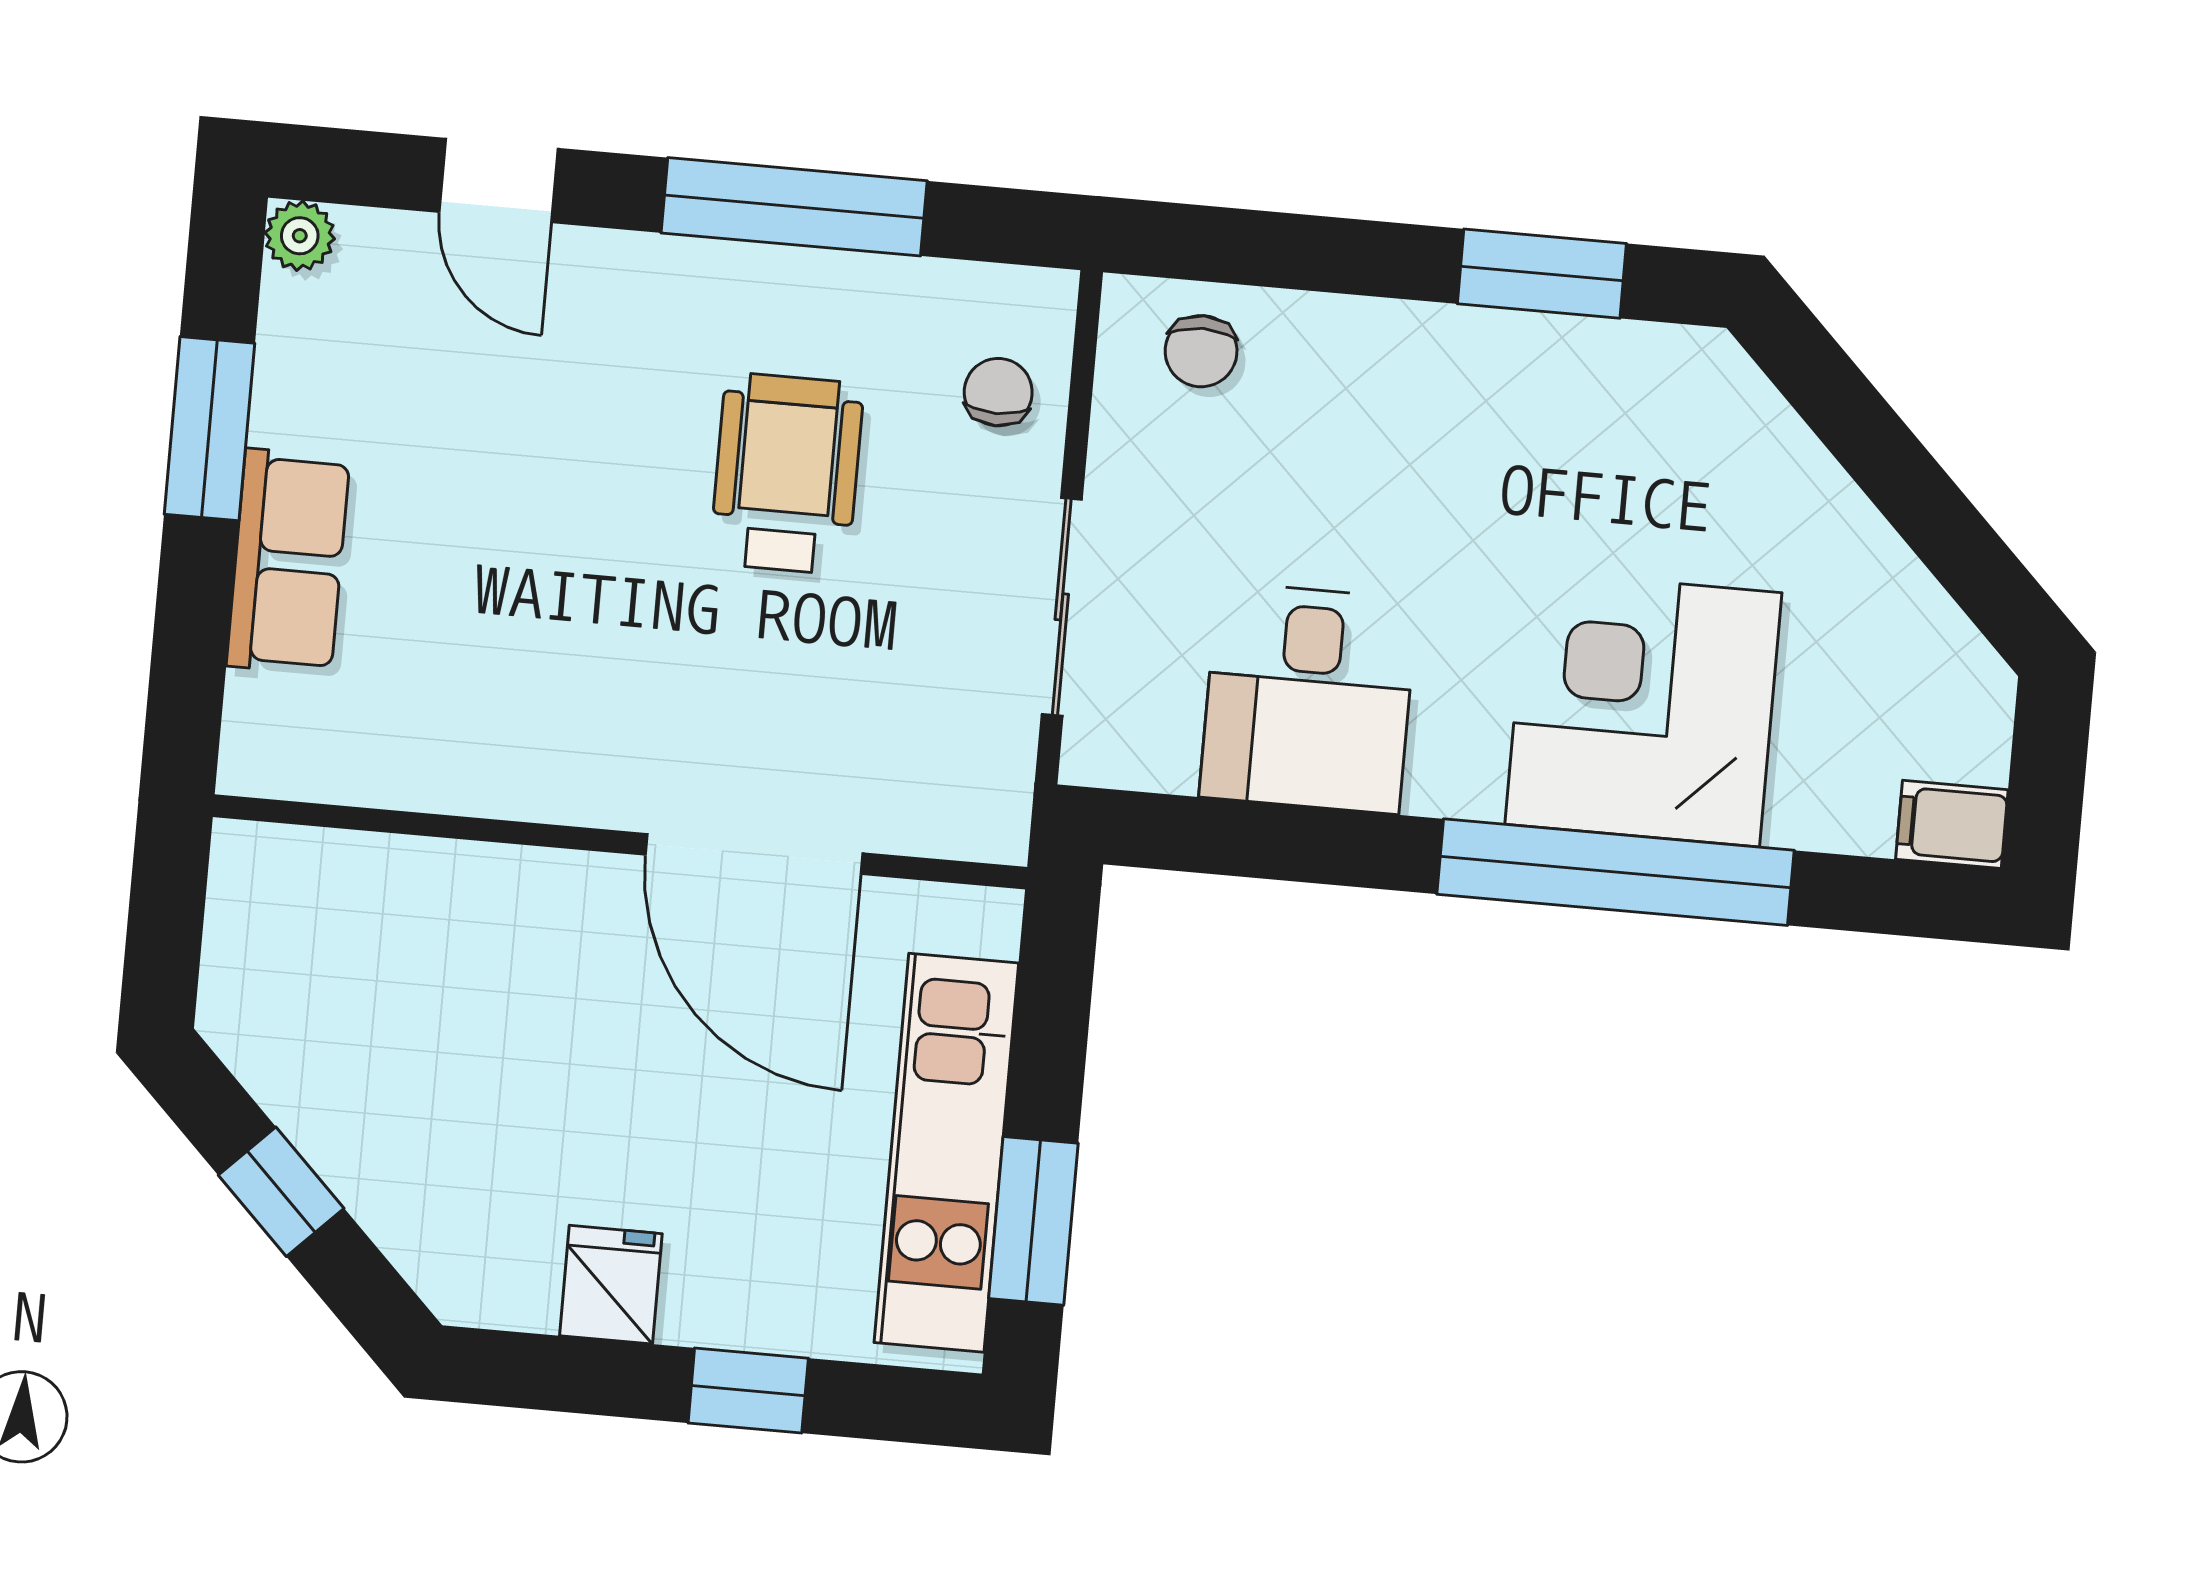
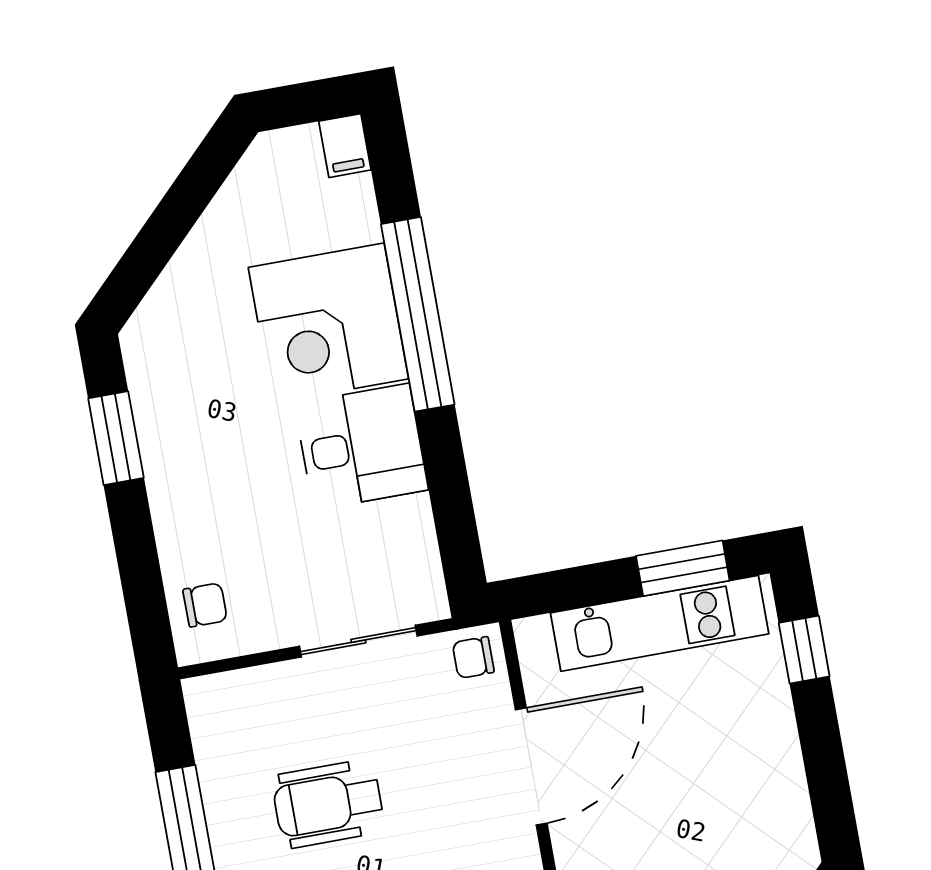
chair: (998, 392) -> (473, 657), moved
desk: (1308, 698) -> (361, 447), moved
fridge: (611, 1285) -> (776, 780), removed
window: (748, 1391) -> (804, 650), moved

